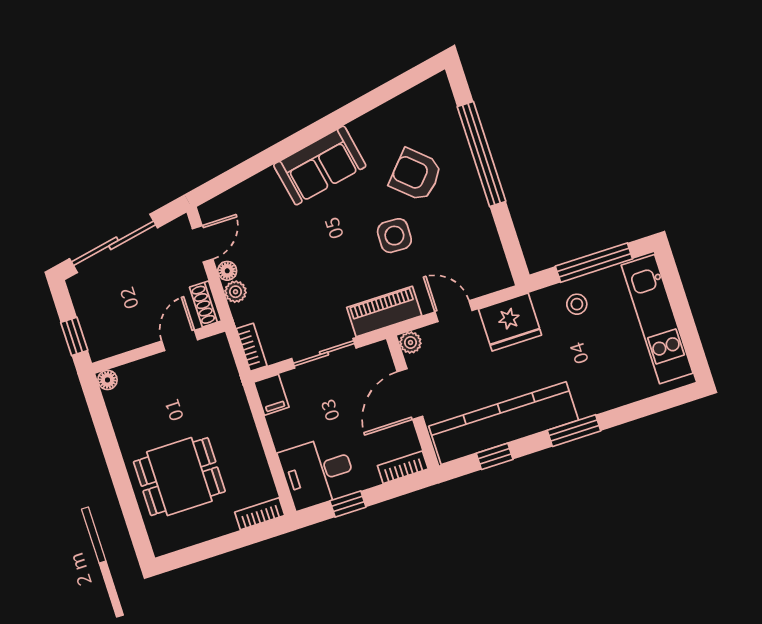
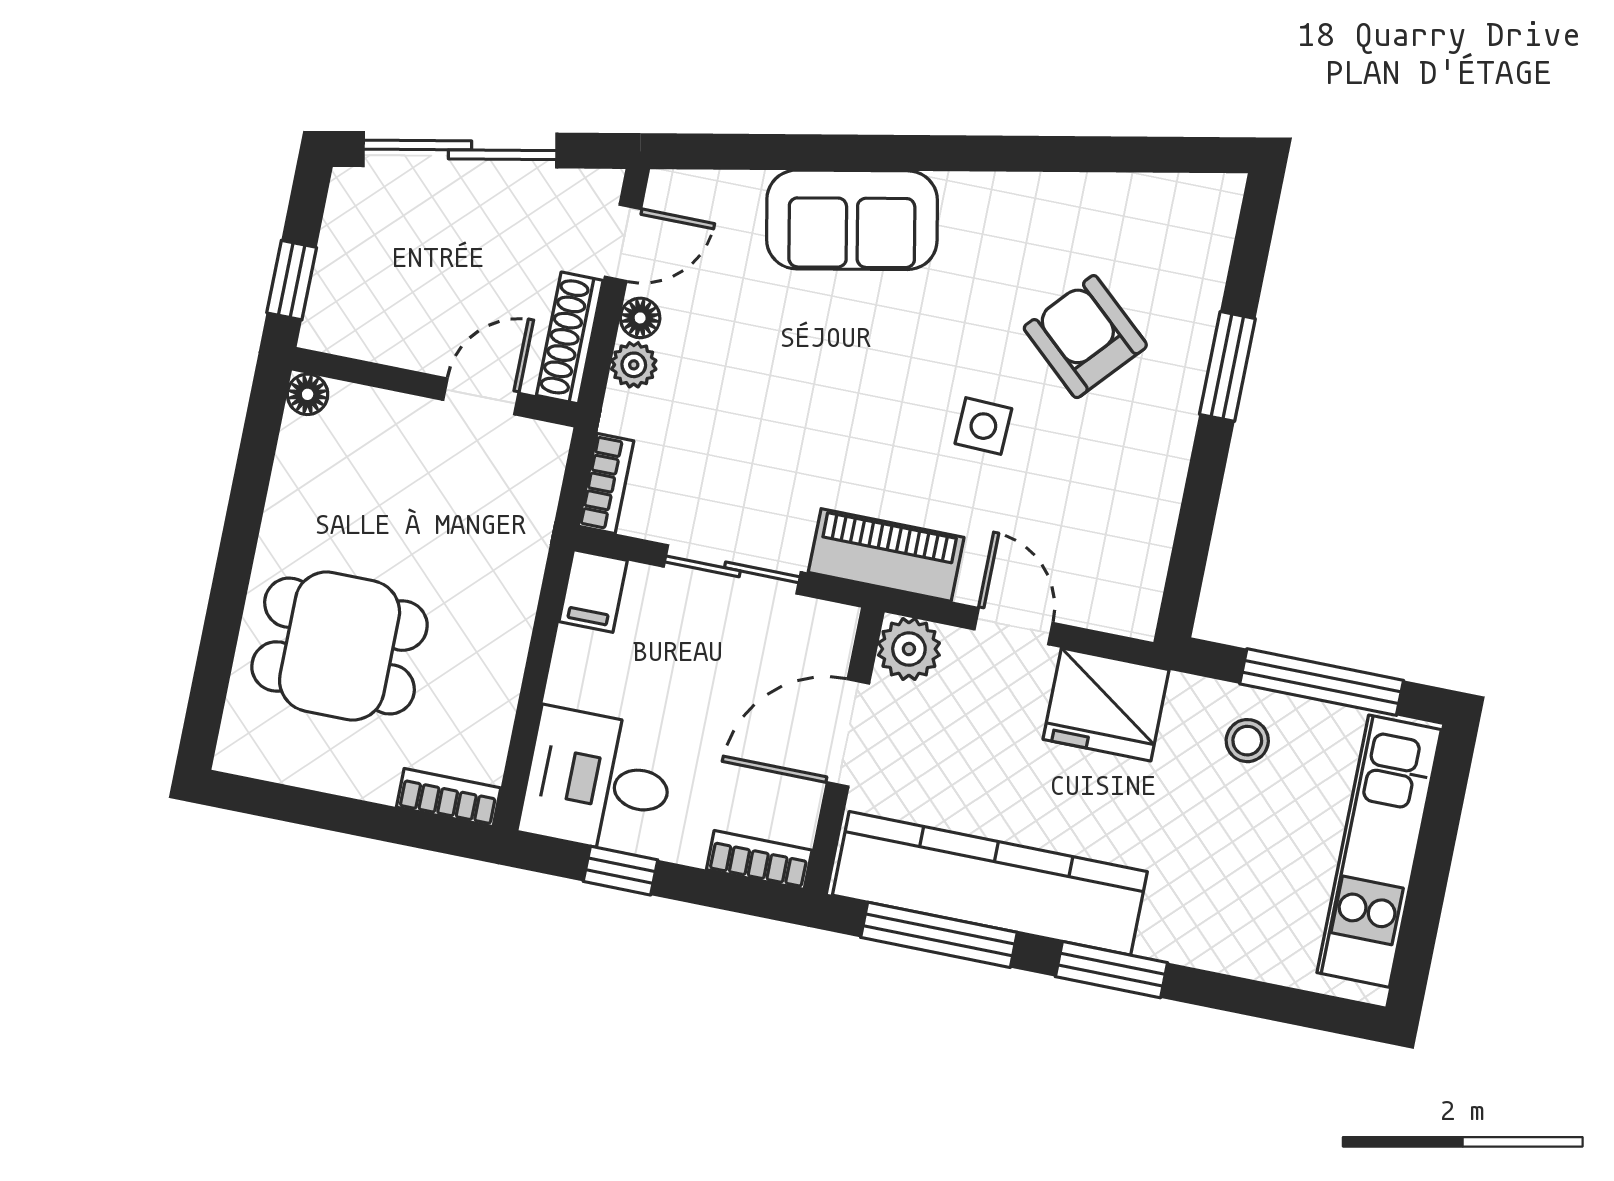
window: (481, 154) -> (1227, 366), width x0.47
sofa: (320, 165) -> (852, 220), moved
side table: (394, 236) -> (983, 426), width x0.73, depth x0.73
shoe rack: (206, 304) -> (570, 338), width x1.43
plant: (410, 343) -> (909, 649), width x1.38, depth x1.38
window: (495, 456) -> (939, 935), width x2.17

